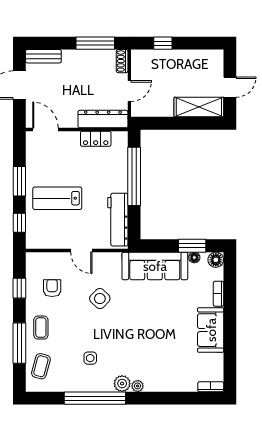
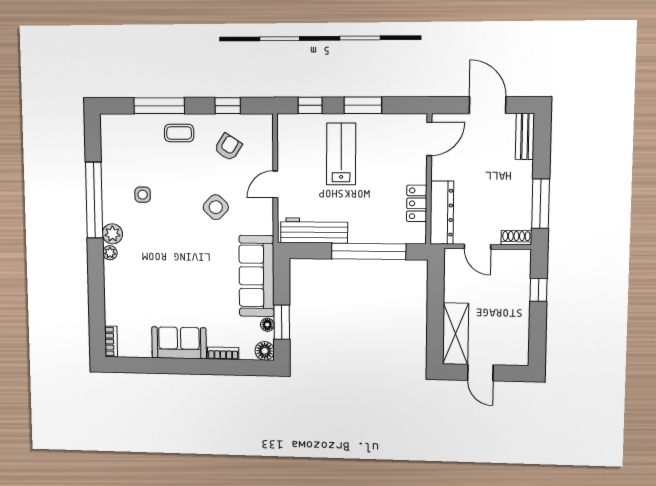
armchair: (52, 288) -> (228, 147), turned -57
coffee table: (41, 366) -> (131, 133), removed

